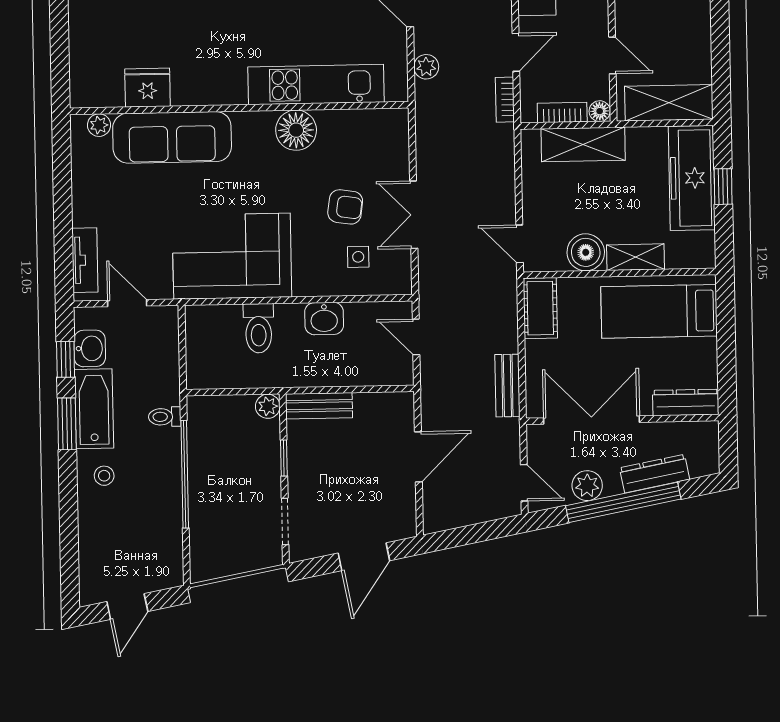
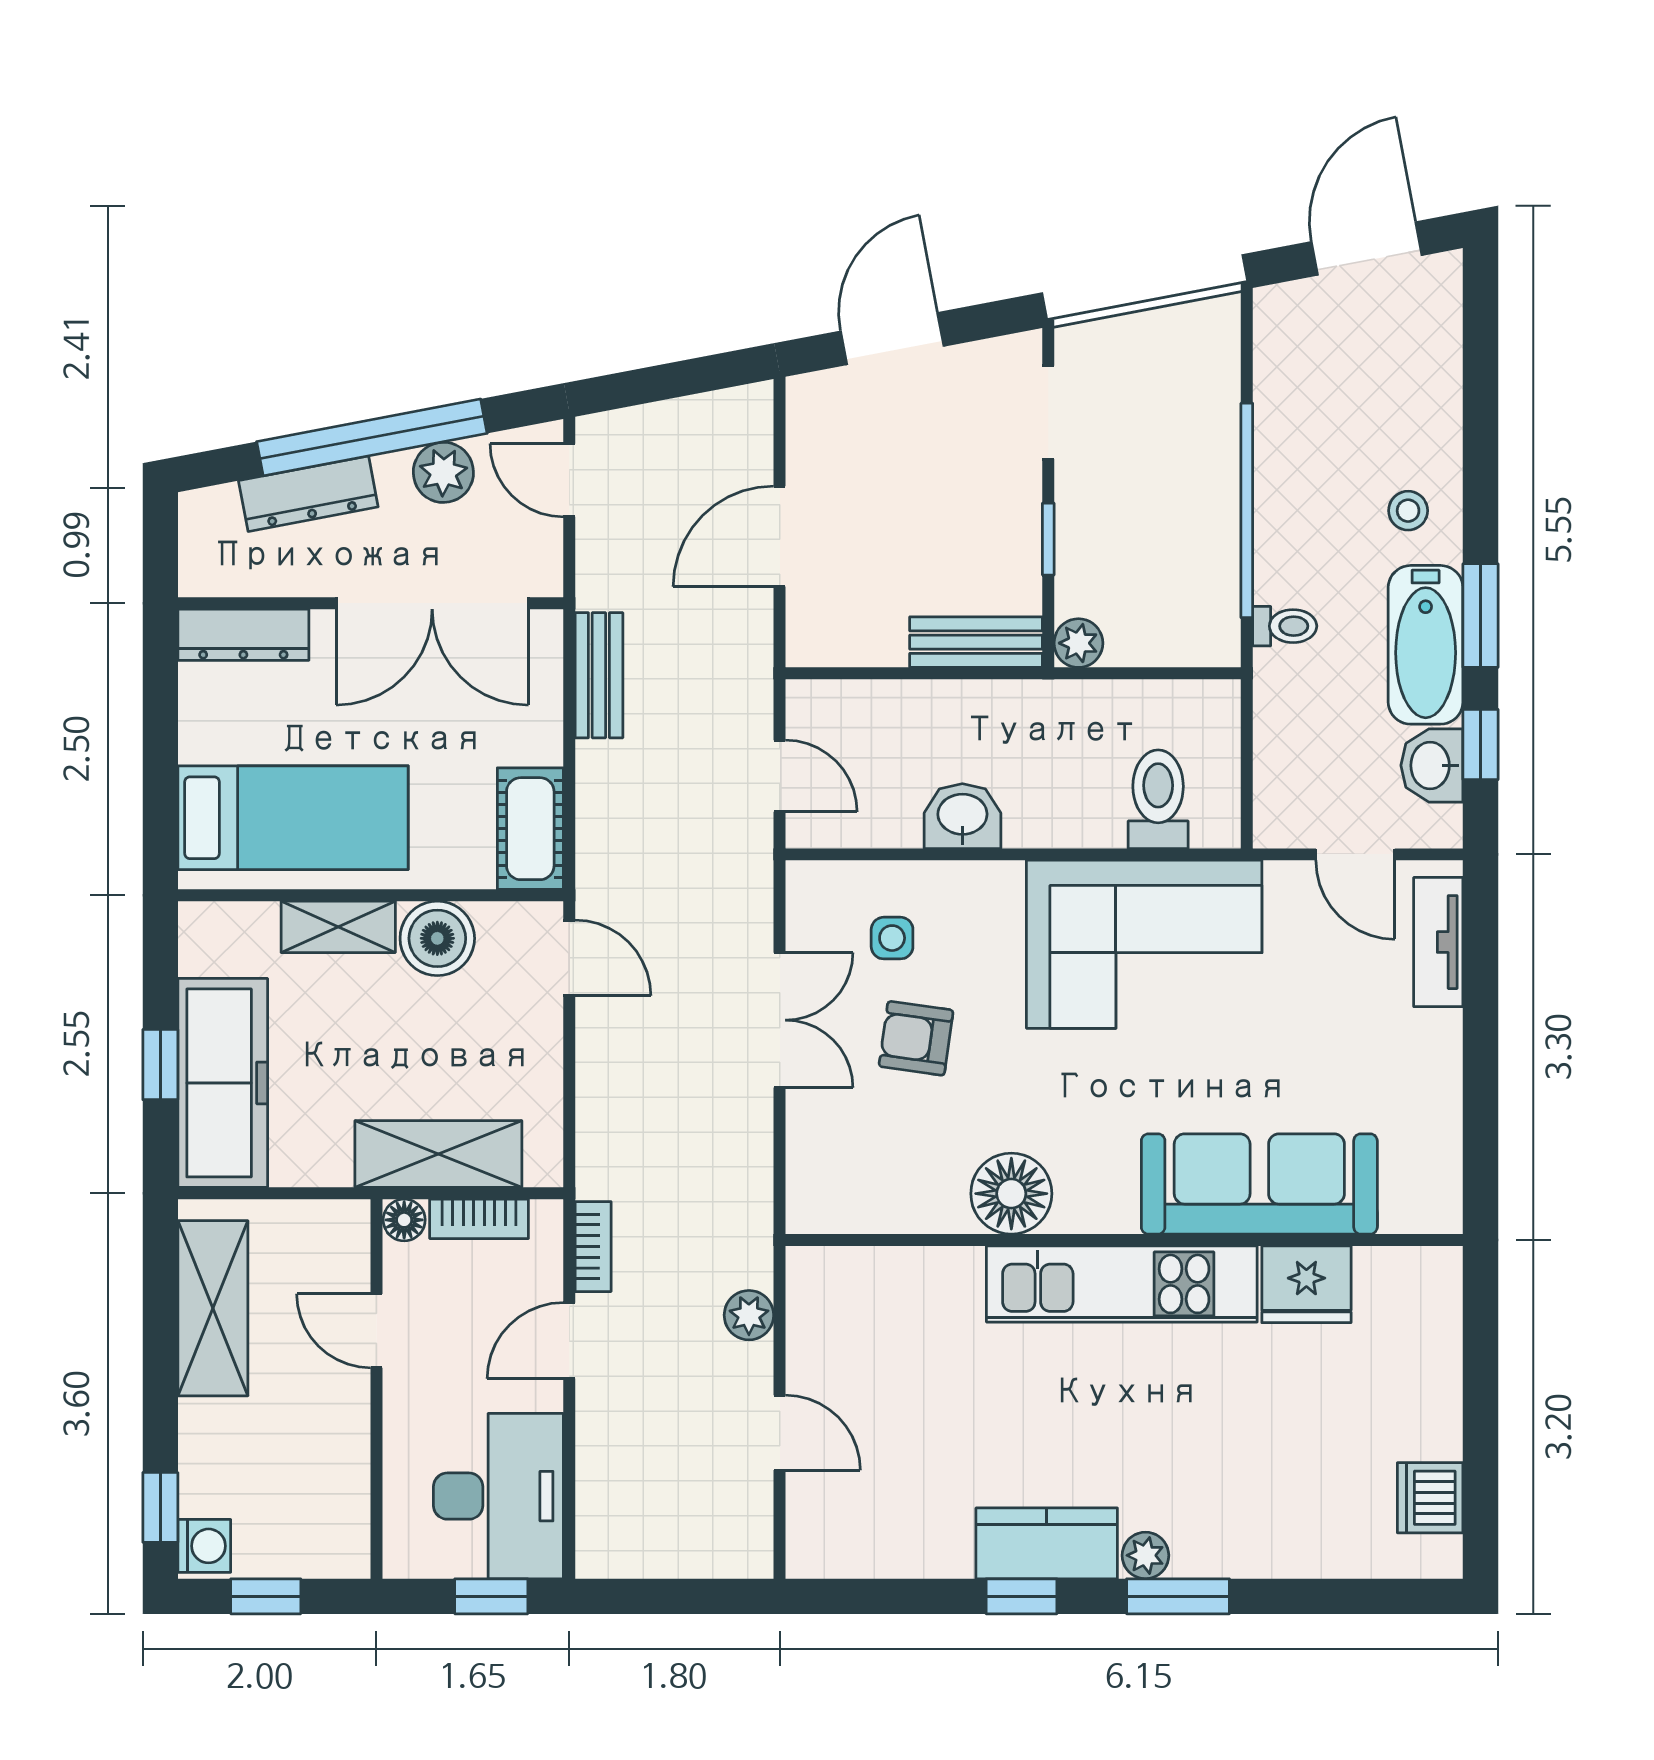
kitchen unit: (316, 85) -> (1122, 1284), moved
shelving: (669, 103) -> (213, 1308), moved, turned 90
plant: (99, 125) -> (1405, 1211), removed
toilet: (259, 328) -> (1158, 799), moved
door: (127, 606) -> (1367, 249), width x1.37

